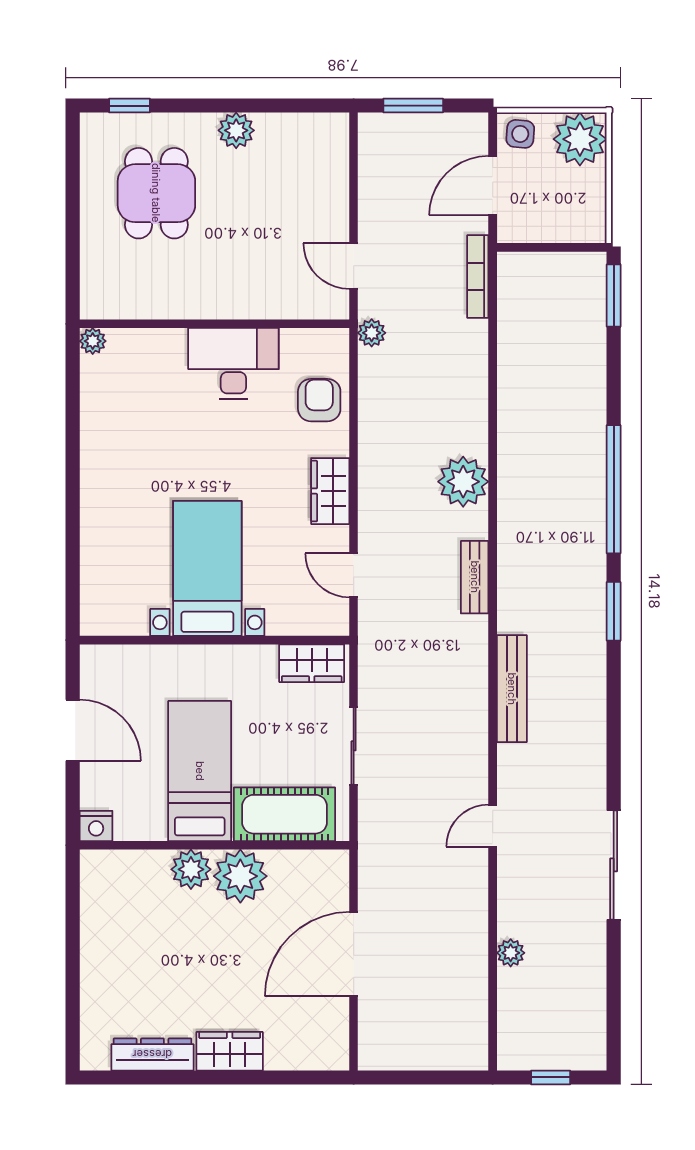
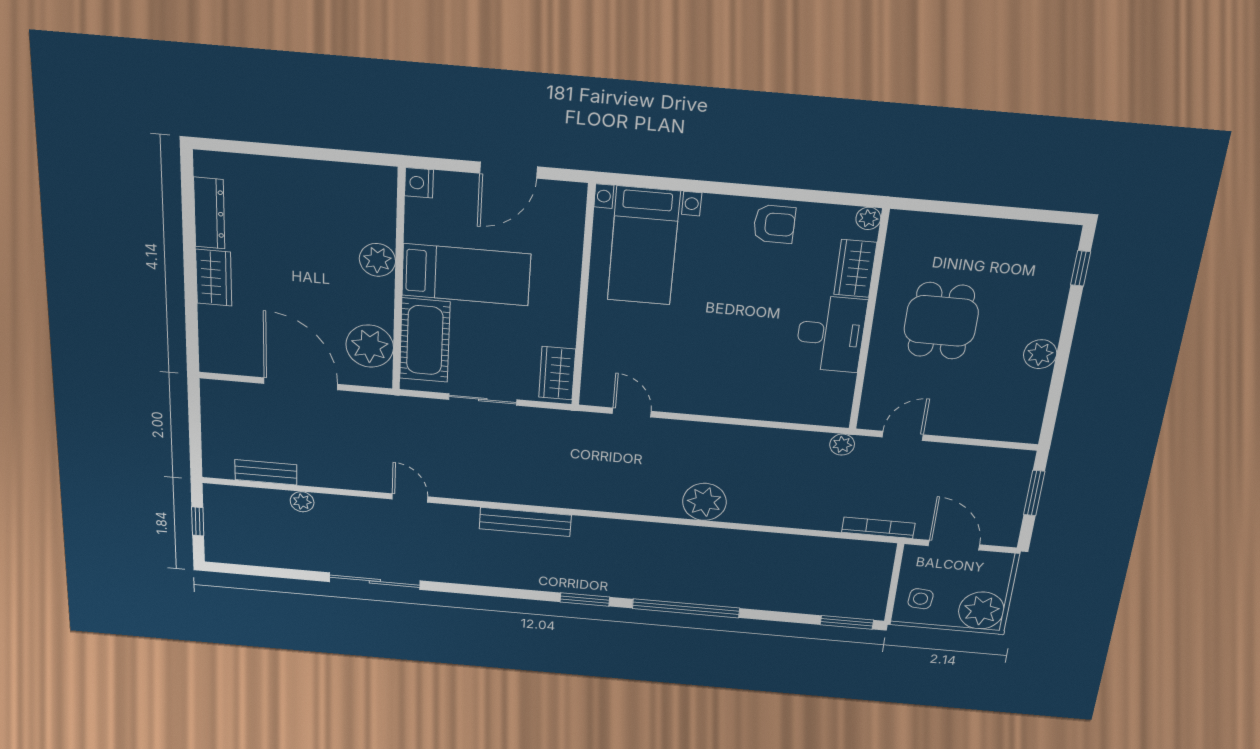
side table: (520, 134) -> (921, 599), moved
dining table: (156, 193) -> (941, 321), moved, turned 90
armchair: (319, 400) -> (774, 224), moved
wardrobe: (330, 491) -> (855, 268), moved, turned -90
bed with nightstands: (207, 568) -> (644, 246), moved, turned 90
door: (354, 575) -> (632, 412), hinge flipped
bench: (475, 577) -> (266, 472), moved
plant: (240, 876) -> (370, 346), moved

